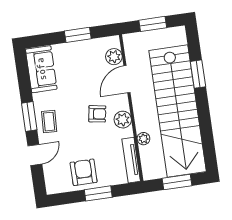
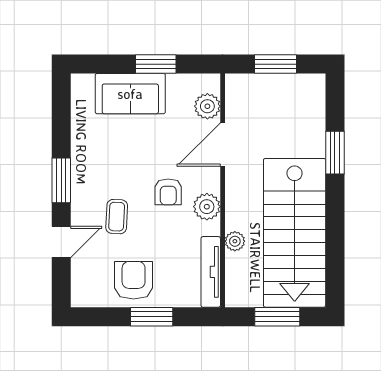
sofa: (41, 69) -> (130, 94), moved, turned 90
stairs: (178, 111) -> (295, 233), width x0.73
armchair: (97, 114) -> (168, 192), turned 80
coffee table: (49, 122) -> (117, 217), moved

